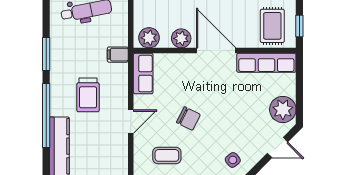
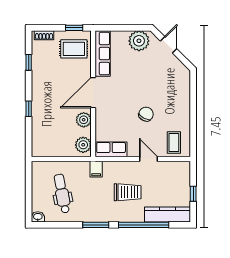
coffee table: (167, 155) -> (174, 143), moved
side table: (233, 160) -> (178, 80), removed

